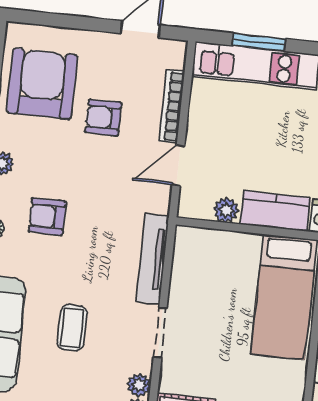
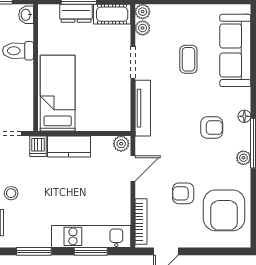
bookcase: (172, 106) -> (141, 222), moved
armchair: (103, 118) -> (183, 193), turned 180
plant: (226, 210) -> (121, 144), moved

